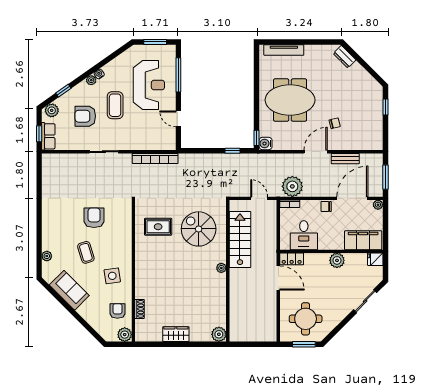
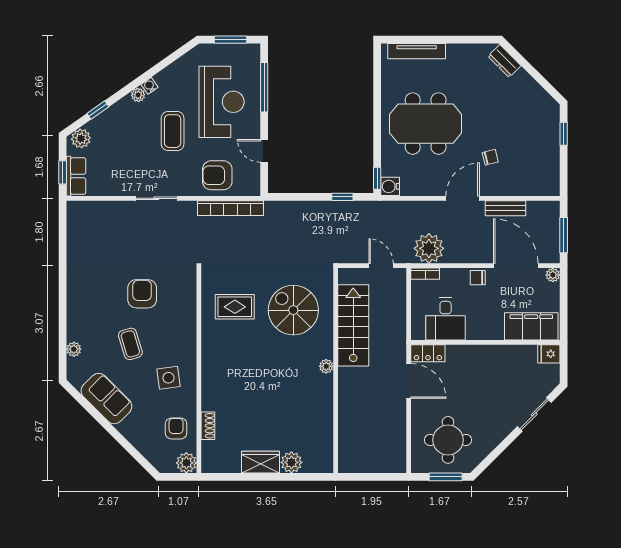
armchair: (85, 116) -> (217, 175), moved
door: (352, 198) -> (516, 266), hinge flipped
plant: (337, 260) -> (493, 356), removed
plant: (219, 334) -> (291, 462), moved

